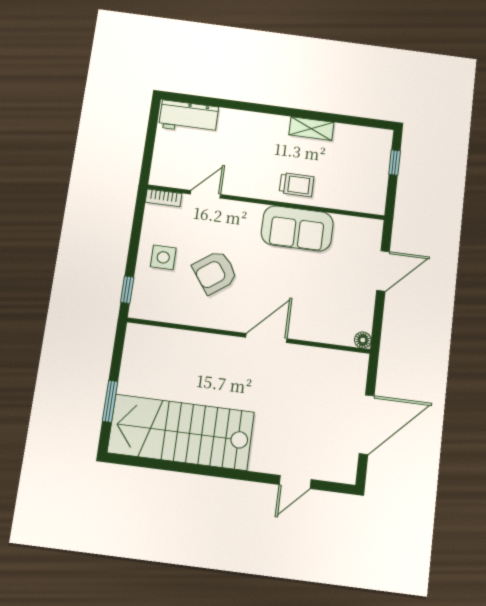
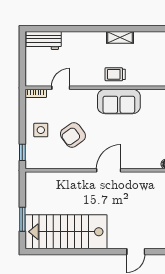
trolley: (297, 185) -> (115, 74), turned 180

